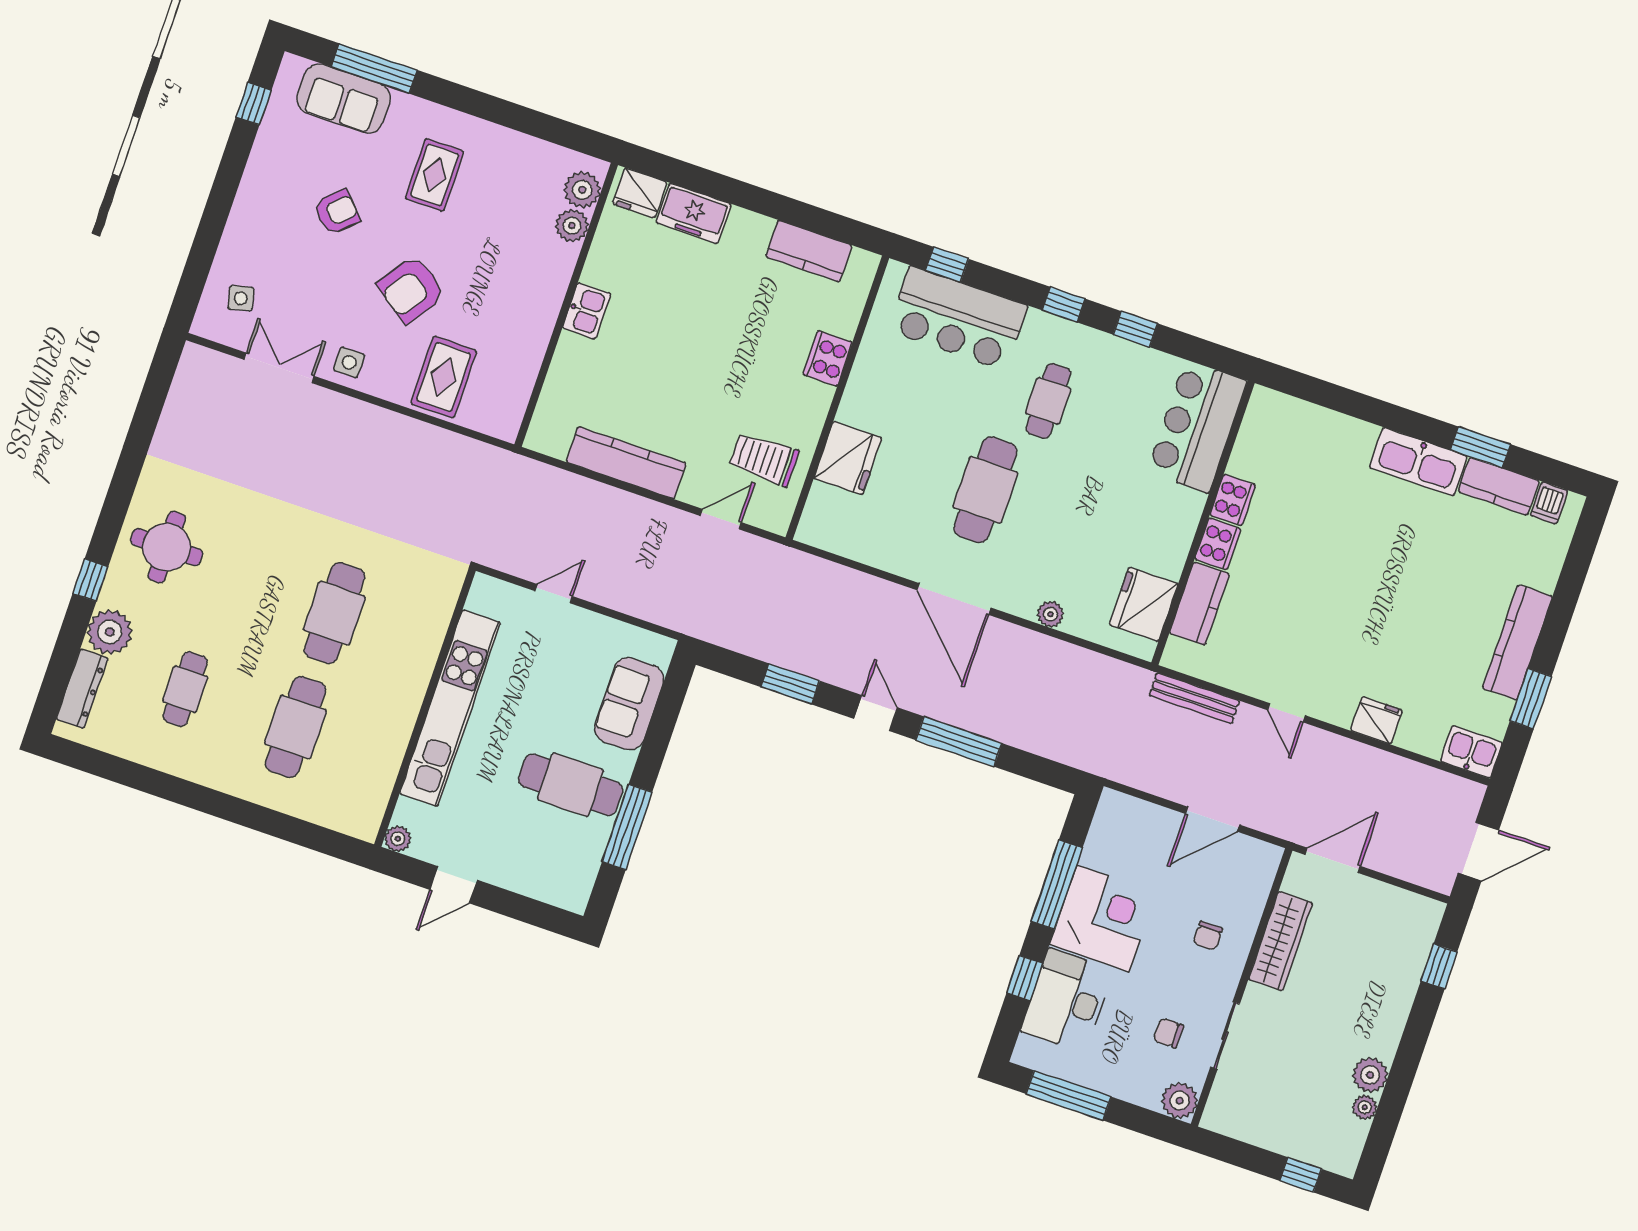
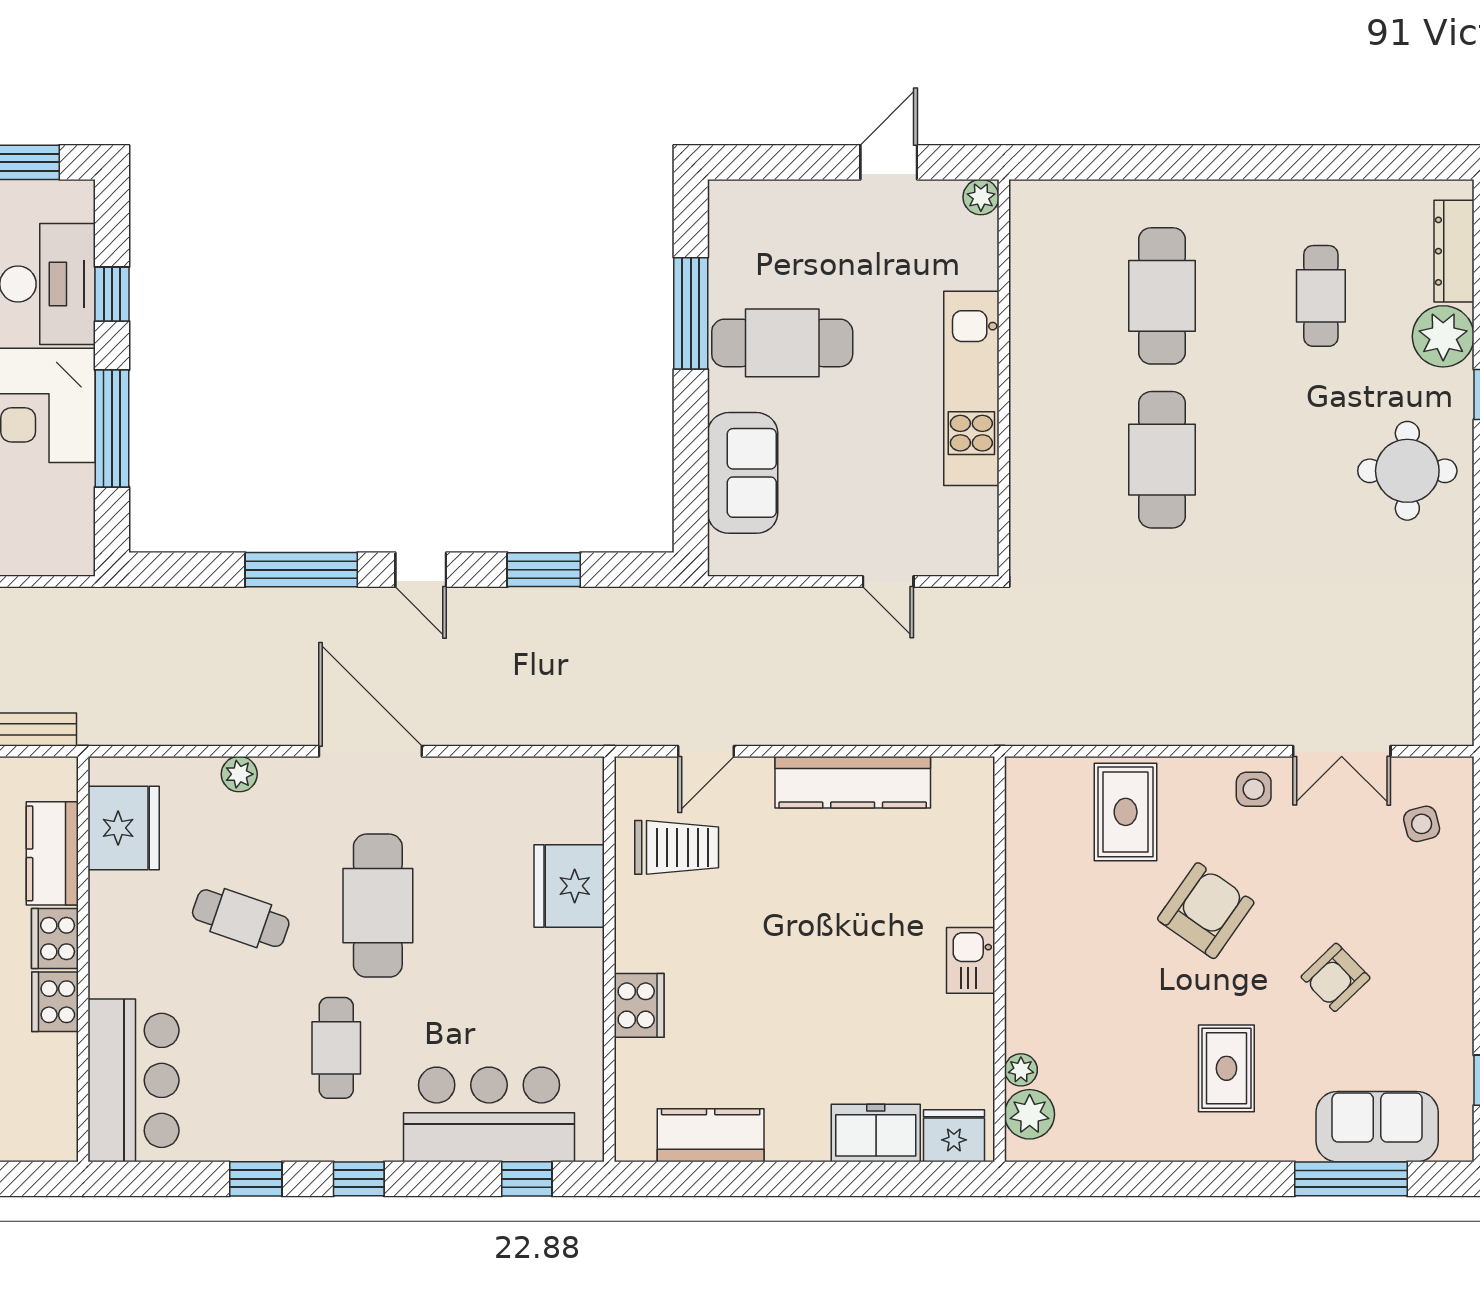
plant: (572, 226) -> (1021, 1070), width x0.73, depth x0.73
cafe table: (1084, 514) -> (241, 918), added
door: (554, 594) -> (888, 581), hinge flipped
kitchen unit: (450, 708) -> (971, 388), width x0.73

